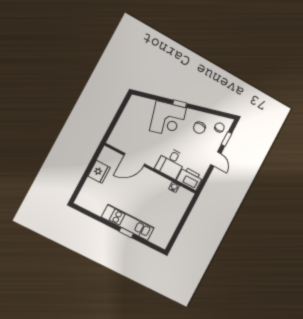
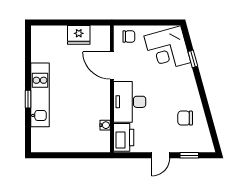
window: (180, 104) -> (193, 59), moved
corner desk: (168, 119) -> (167, 49), moved
chair: (219, 127) -> (129, 37), moved
desk: (171, 163) -> (130, 102), width x1.37

